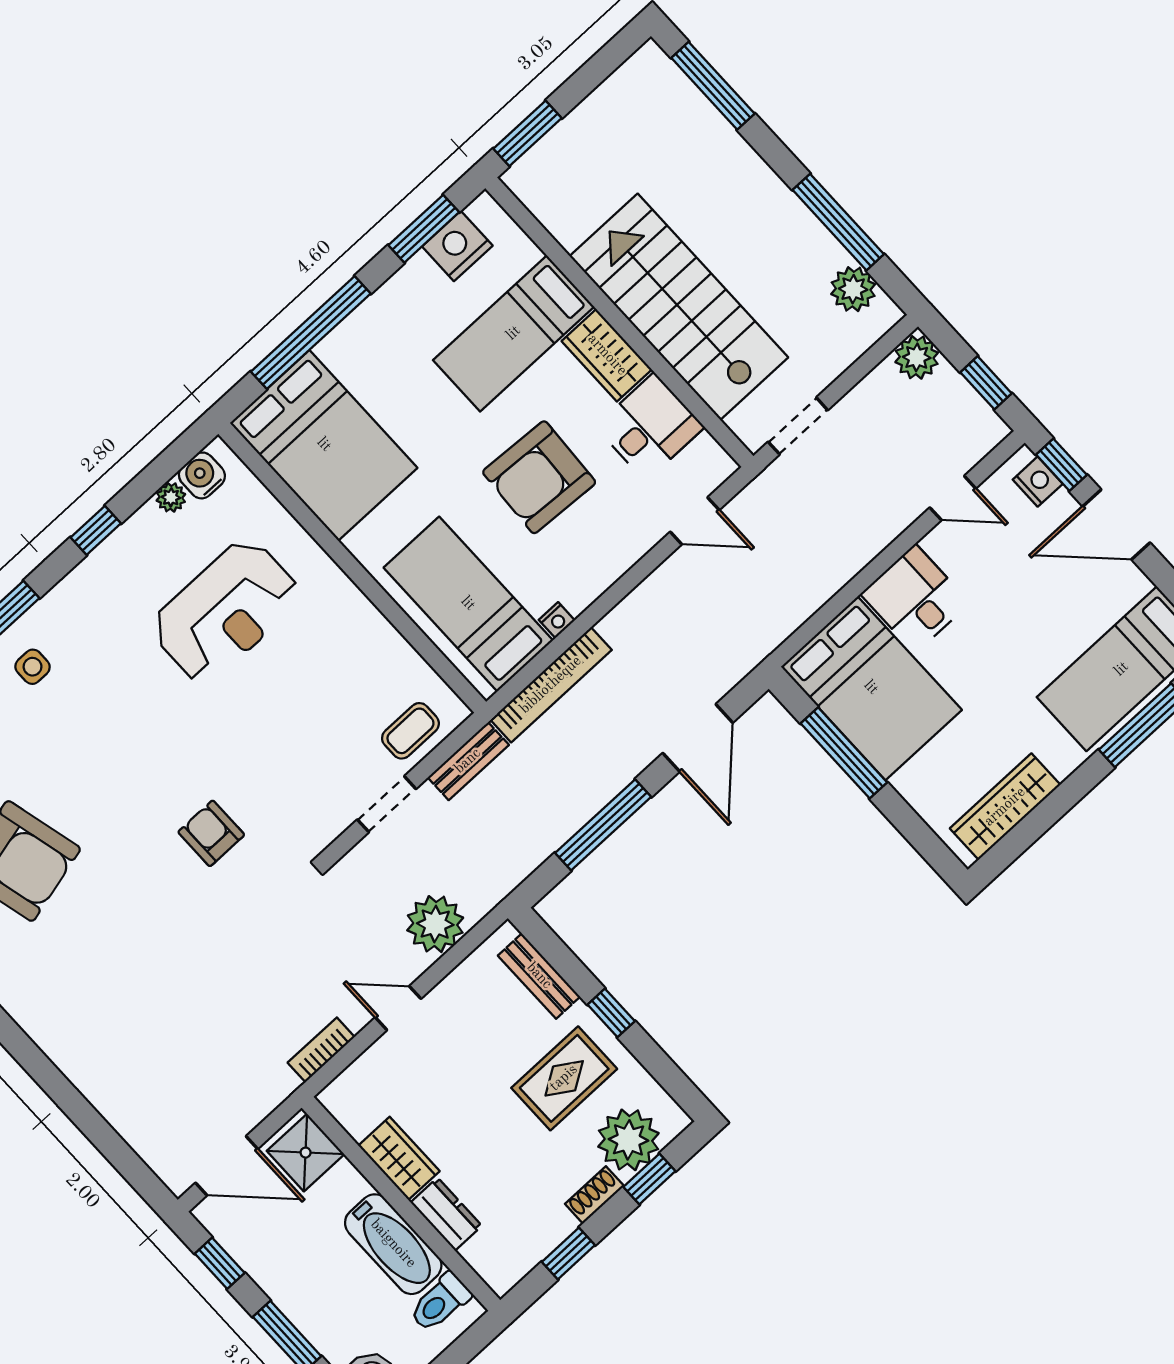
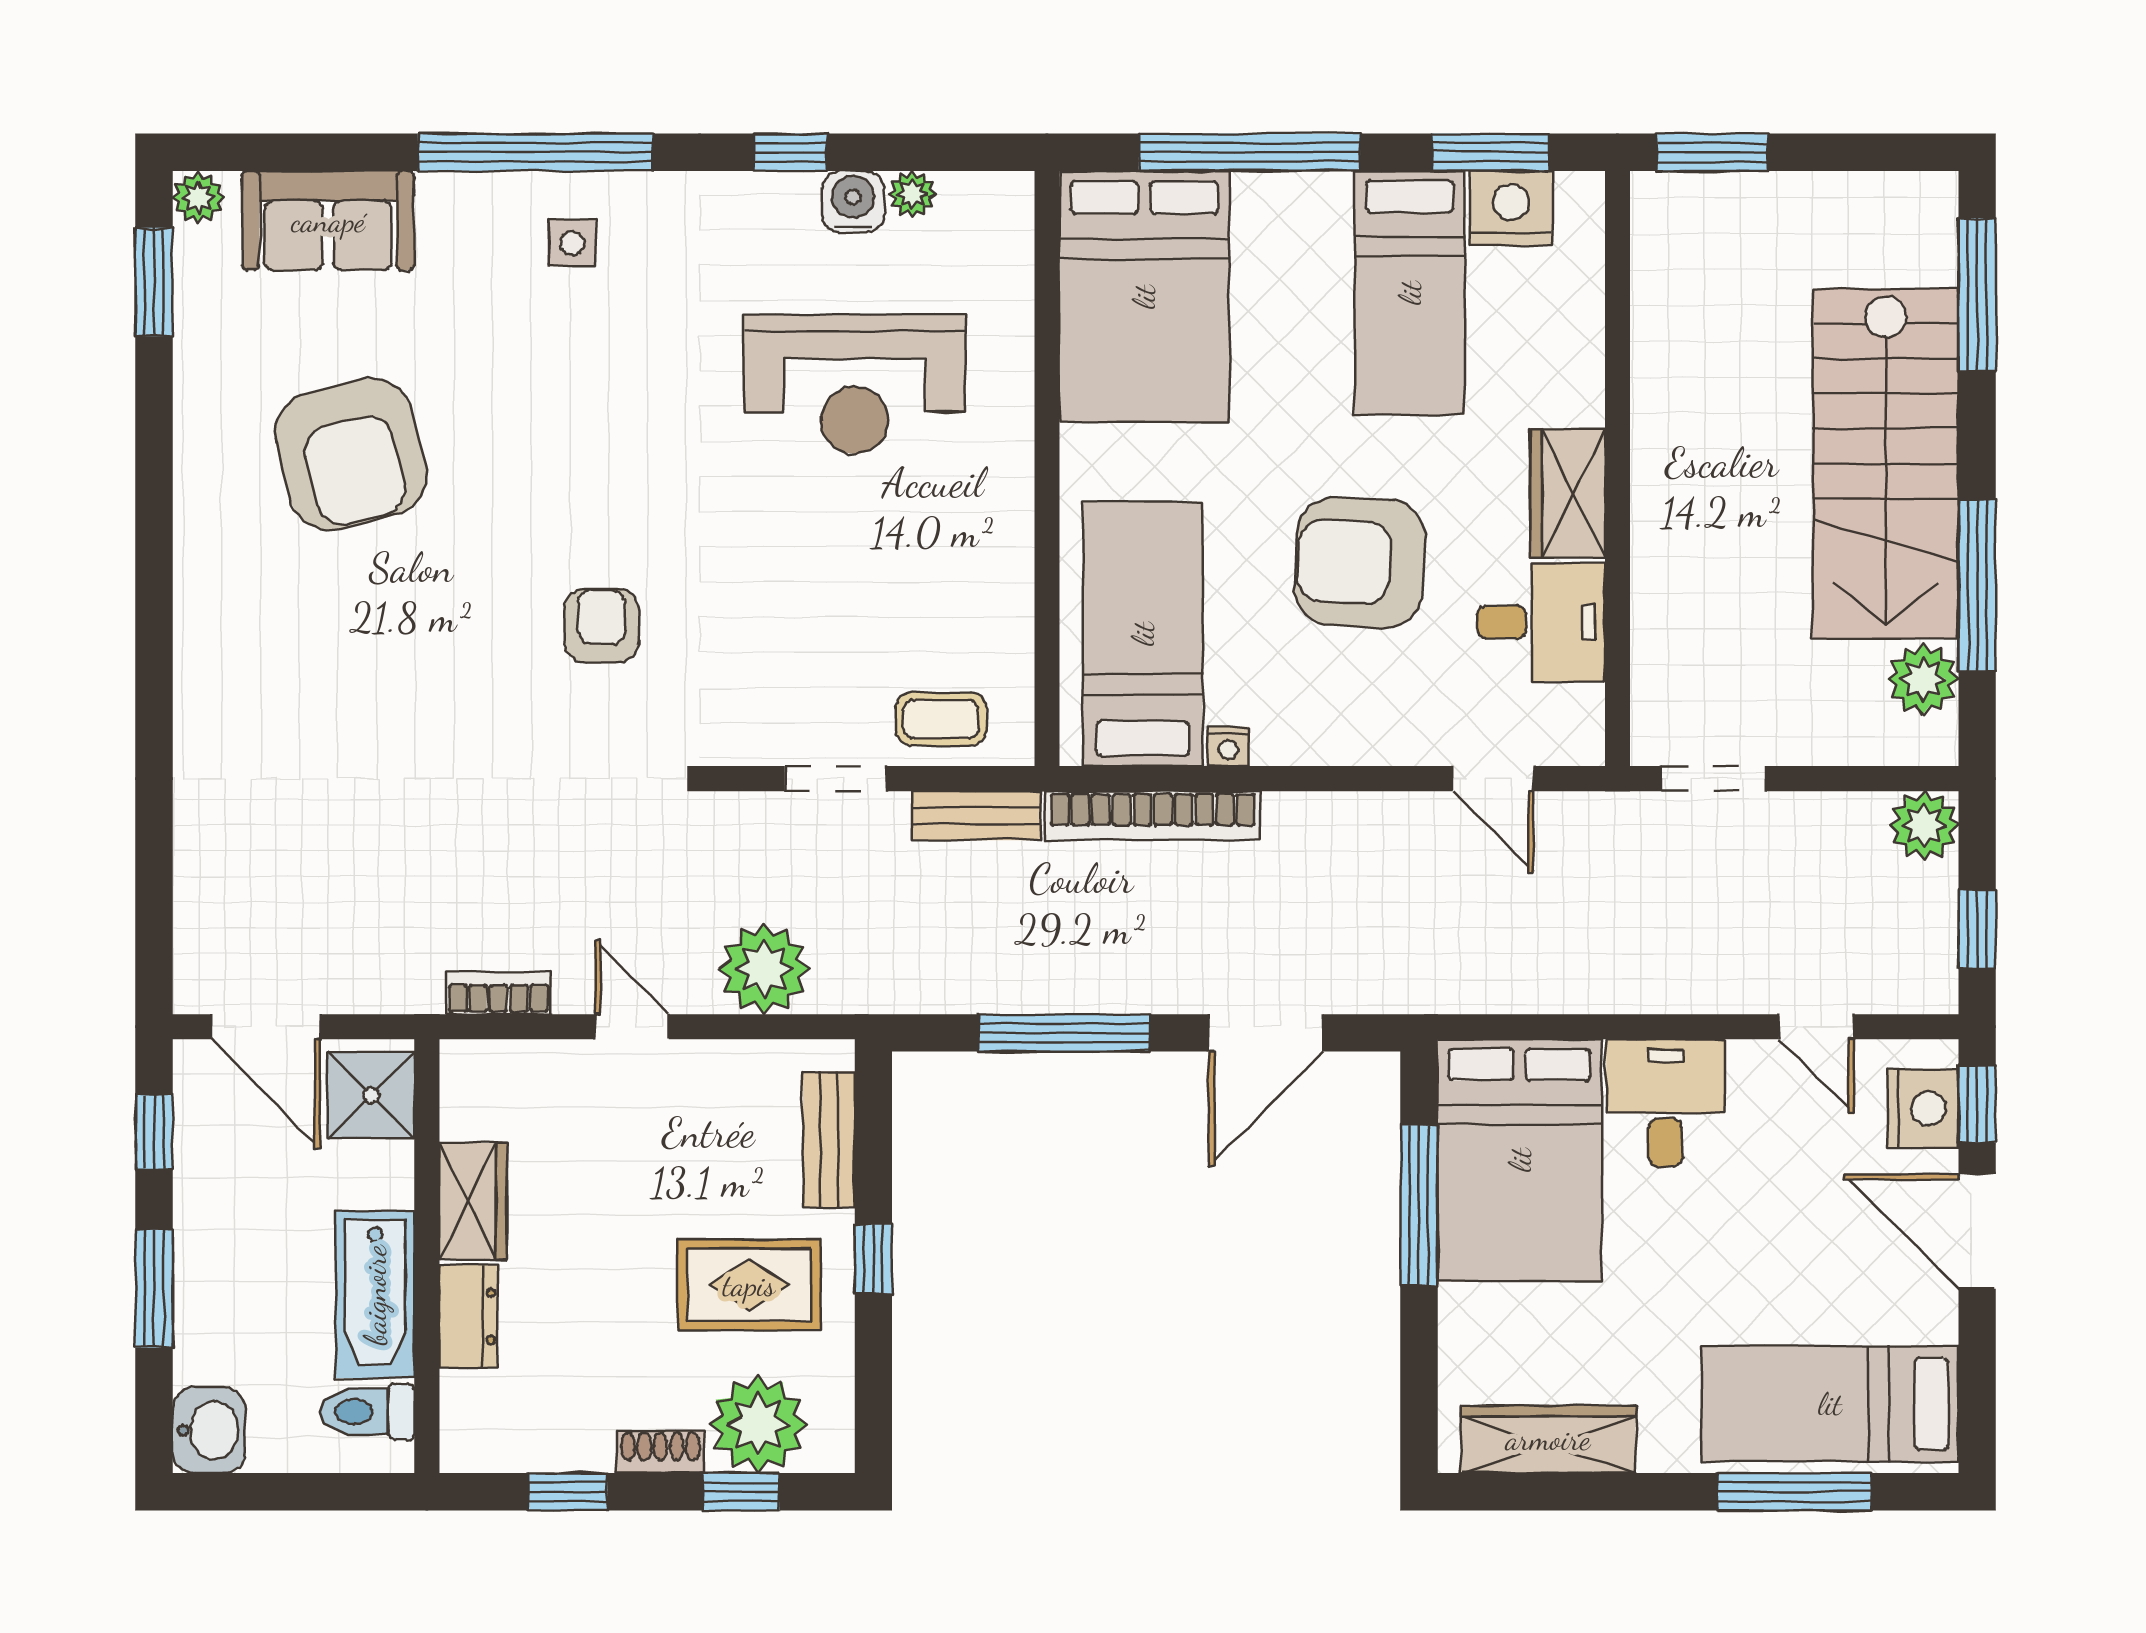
stairs: (679, 307) -> (1886, 464), moved, turned 180
bed: (514, 333) -> (1410, 293), moved, turned -90
water cooler: (202, 475) -> (853, 202), moved
nightstand: (1038, 482) -> (1923, 1109), width x1.36, depth x1.33

